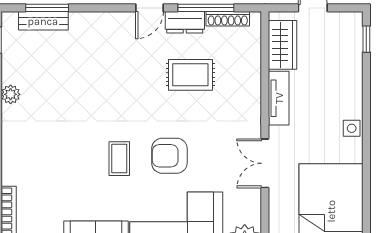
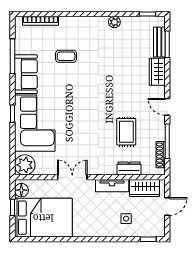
dresser: (185, 22) -> (129, 168), moved, turned 90
wardrobe: (92, 24) -> (157, 72), added
side table: (352, 128) -> (126, 219), moved
armchair: (169, 156) -> (77, 119), removed
coffee table: (119, 159) -> (66, 56), moved

